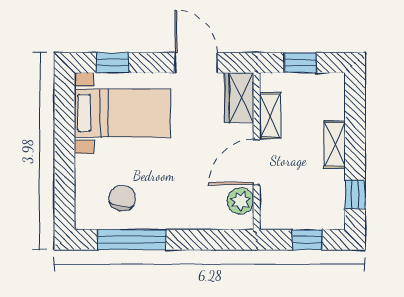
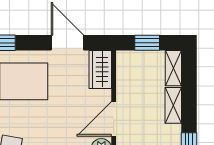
shelving: (270, 116) -> (173, 68), moved

